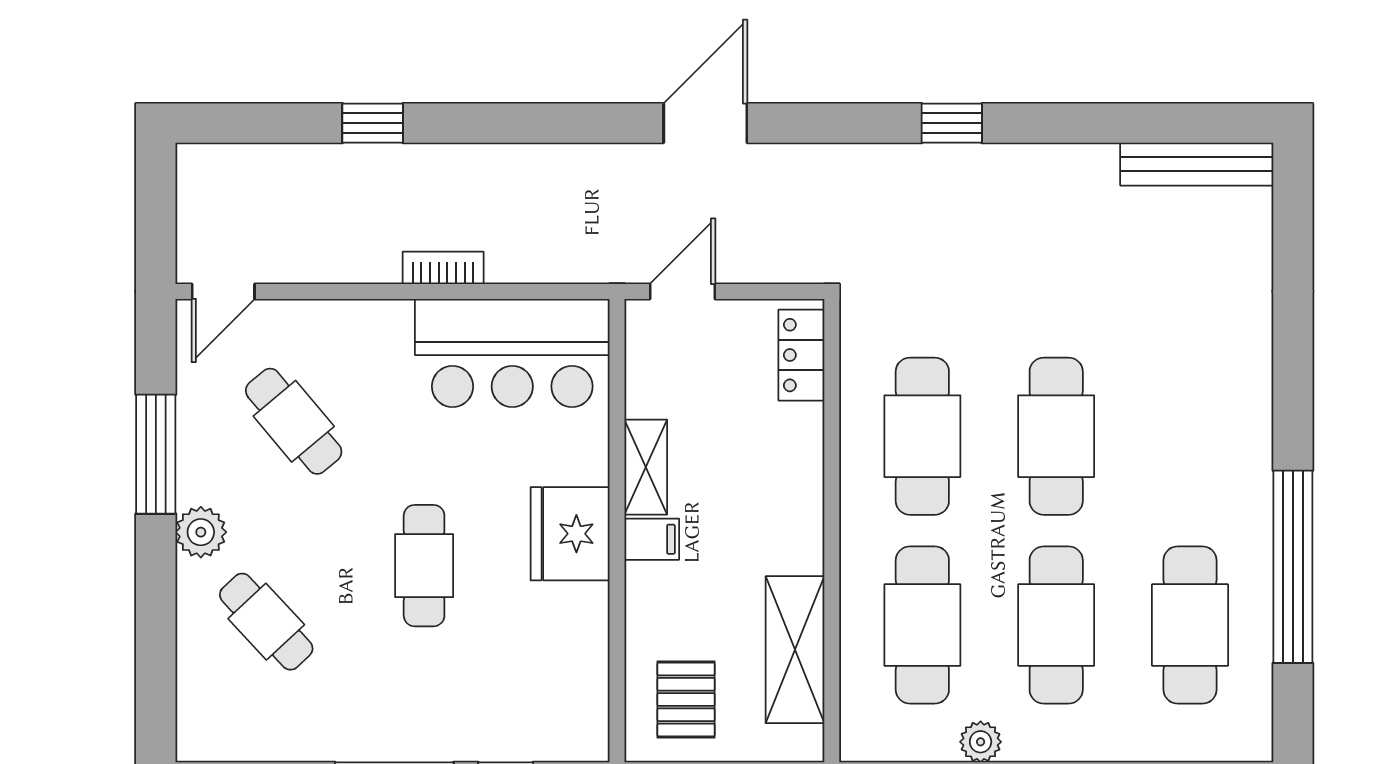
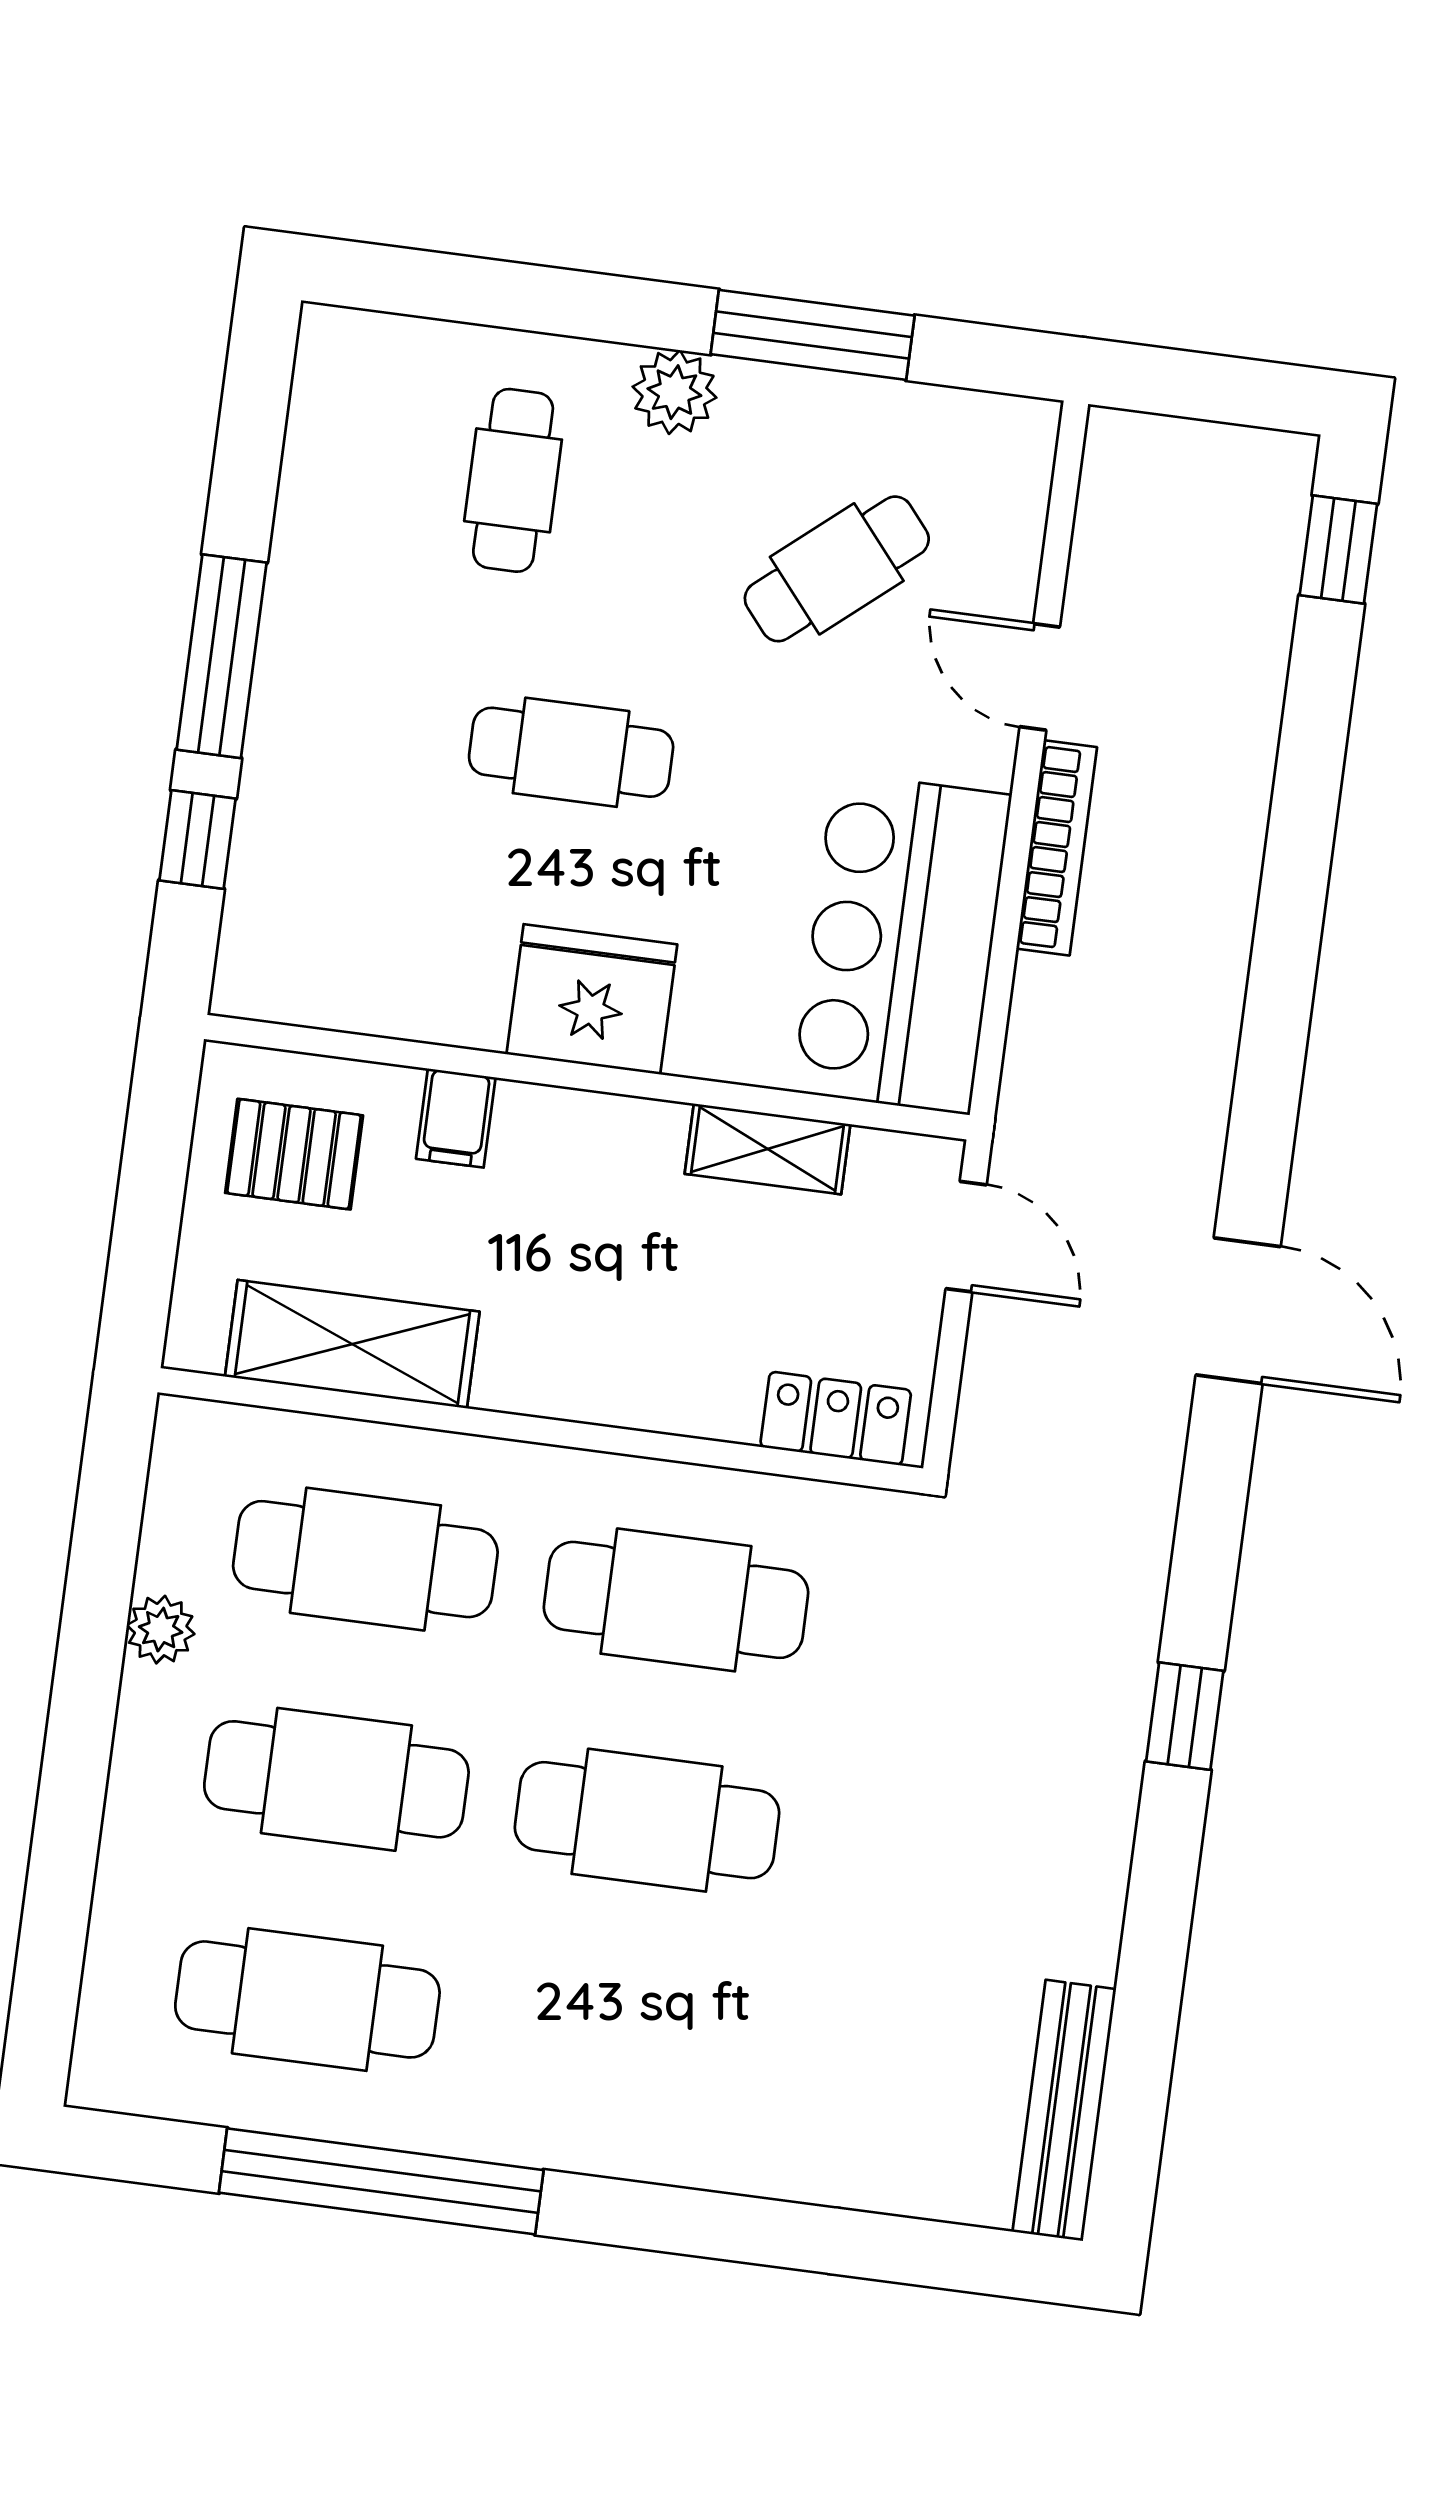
window: (373, 123) -> (1338, 549), moved
bookcase: (443, 268) -> (1057, 848), width x1.56
door: (223, 291) -> (1040, 677), moved
shelving: (646, 467) -> (767, 1149), moved
filing cabinet: (652, 539) -> (456, 1118), moved
cafe table: (266, 622) -> (513, 480), turned -47

